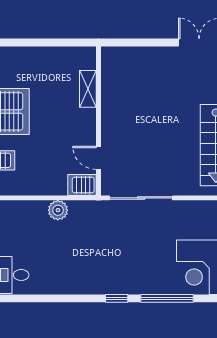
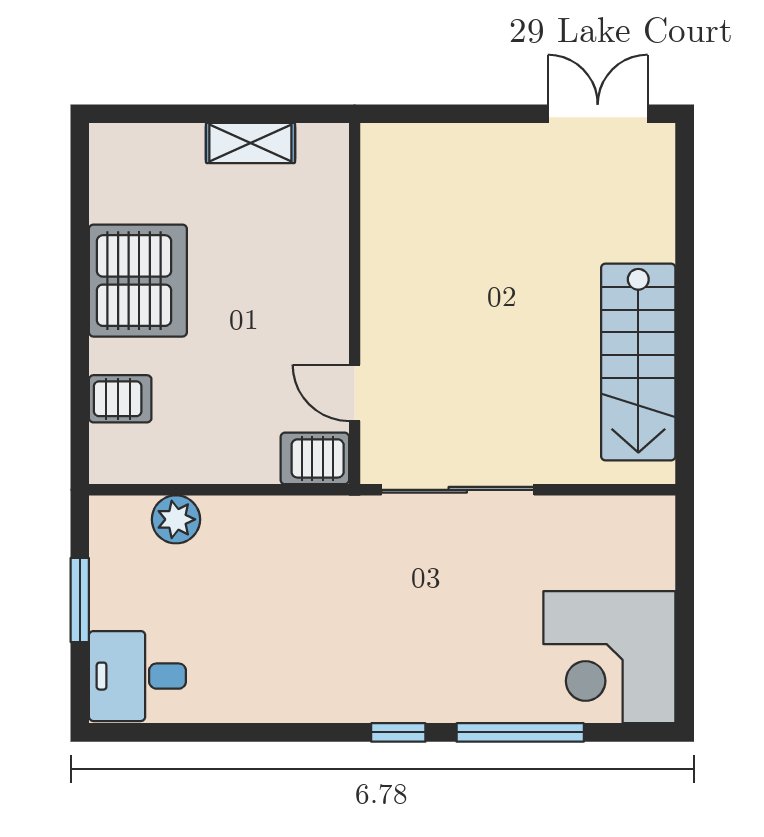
shelving: (88, 89) -> (250, 143), moved, turned 90
plant: (58, 210) -> (176, 519), moved

